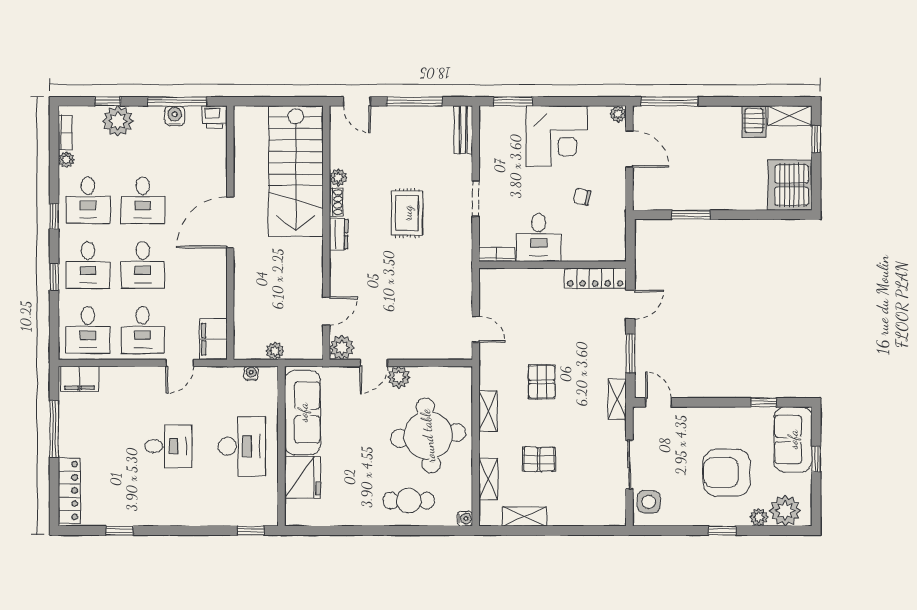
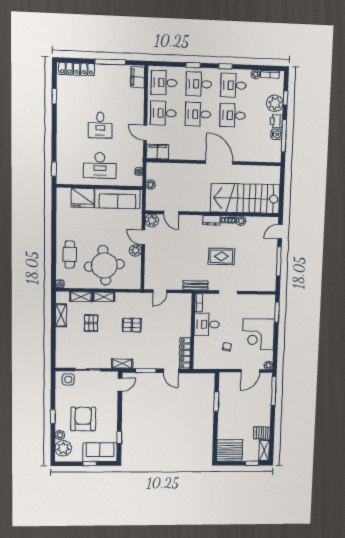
printer: (215, 117) -> (276, 121), moved
bench: (463, 130) -> (195, 285), moved
shelving: (488, 411) -> (104, 297), moved

